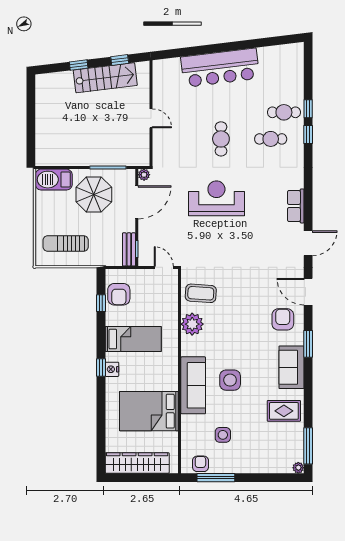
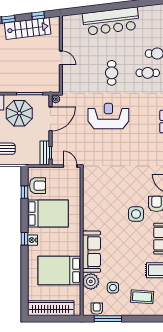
coffee table: (201, 293) -> (142, 297), moved
armchair: (119, 294) -> (38, 186), turned -90
plant: (192, 324) -> (91, 281), moved
bed: (133, 339) -> (48, 214), width x1.50
side table: (230, 380) -> (136, 214), moved

